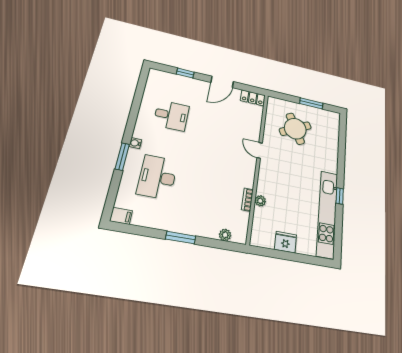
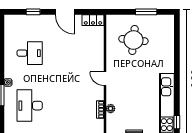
door: (222, 82) -> (65, 12), hinge flipped
round table: (295, 129) -> (133, 40), turned 33
door: (260, 150) -> (105, 79), moved
window: (340, 196) -> (177, 122), moved

